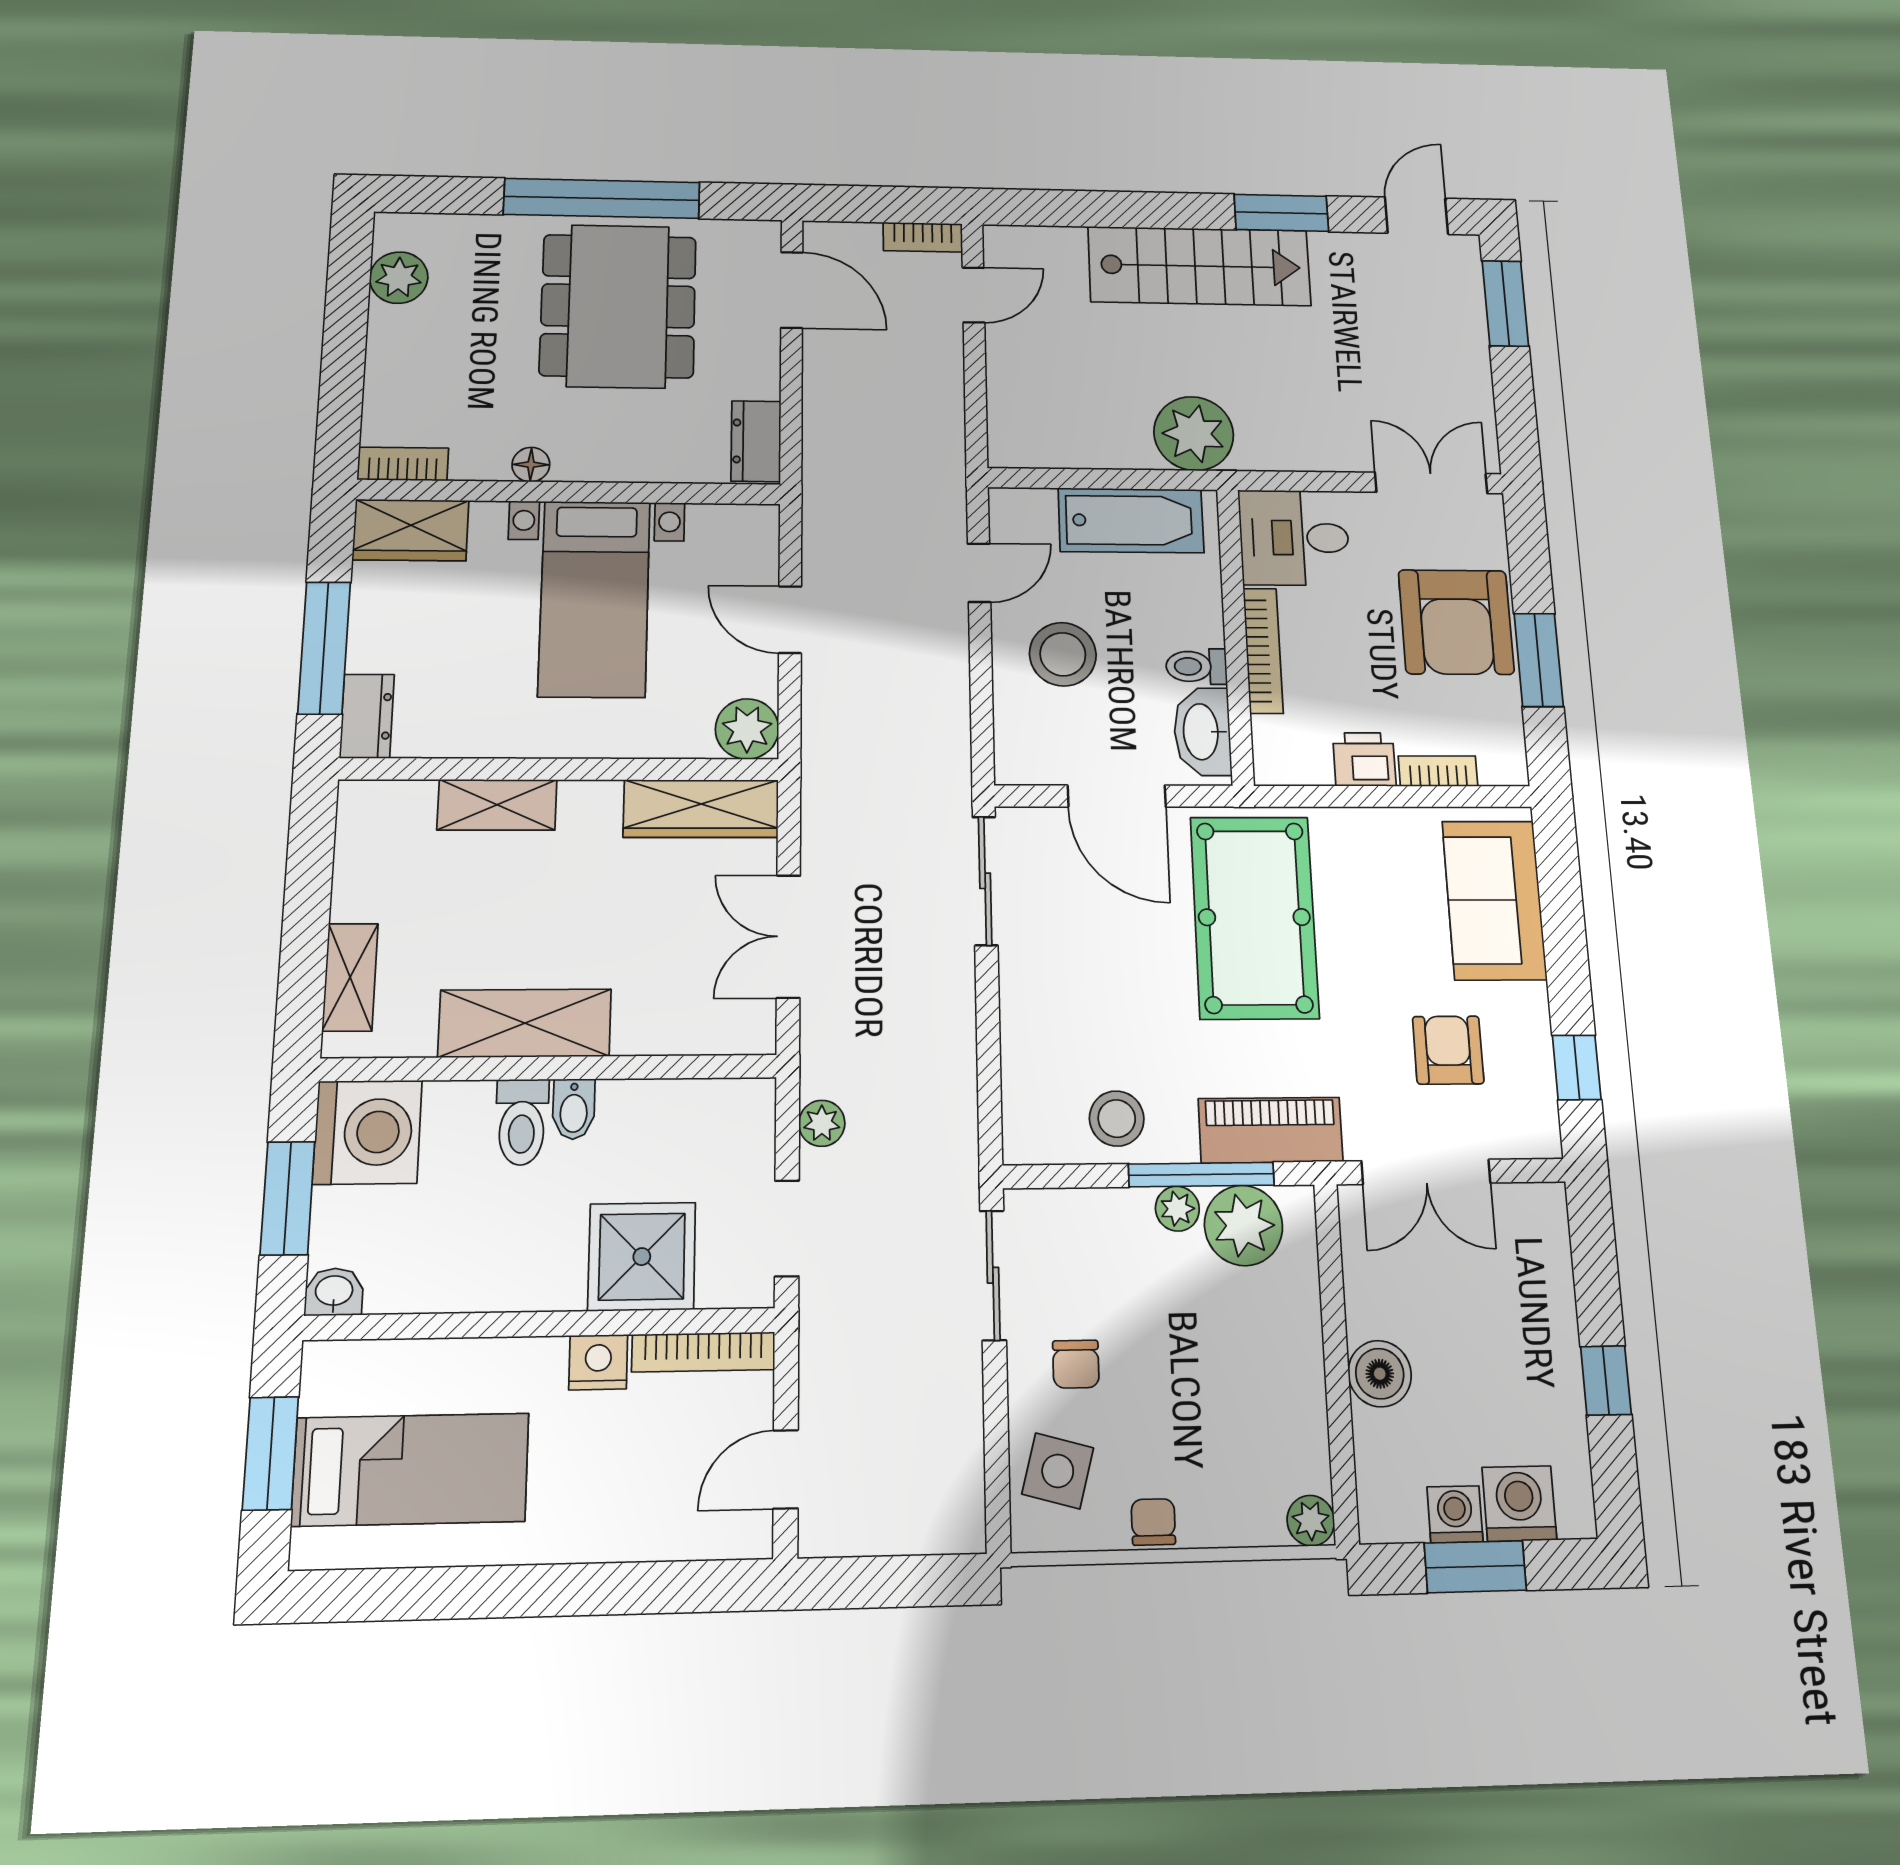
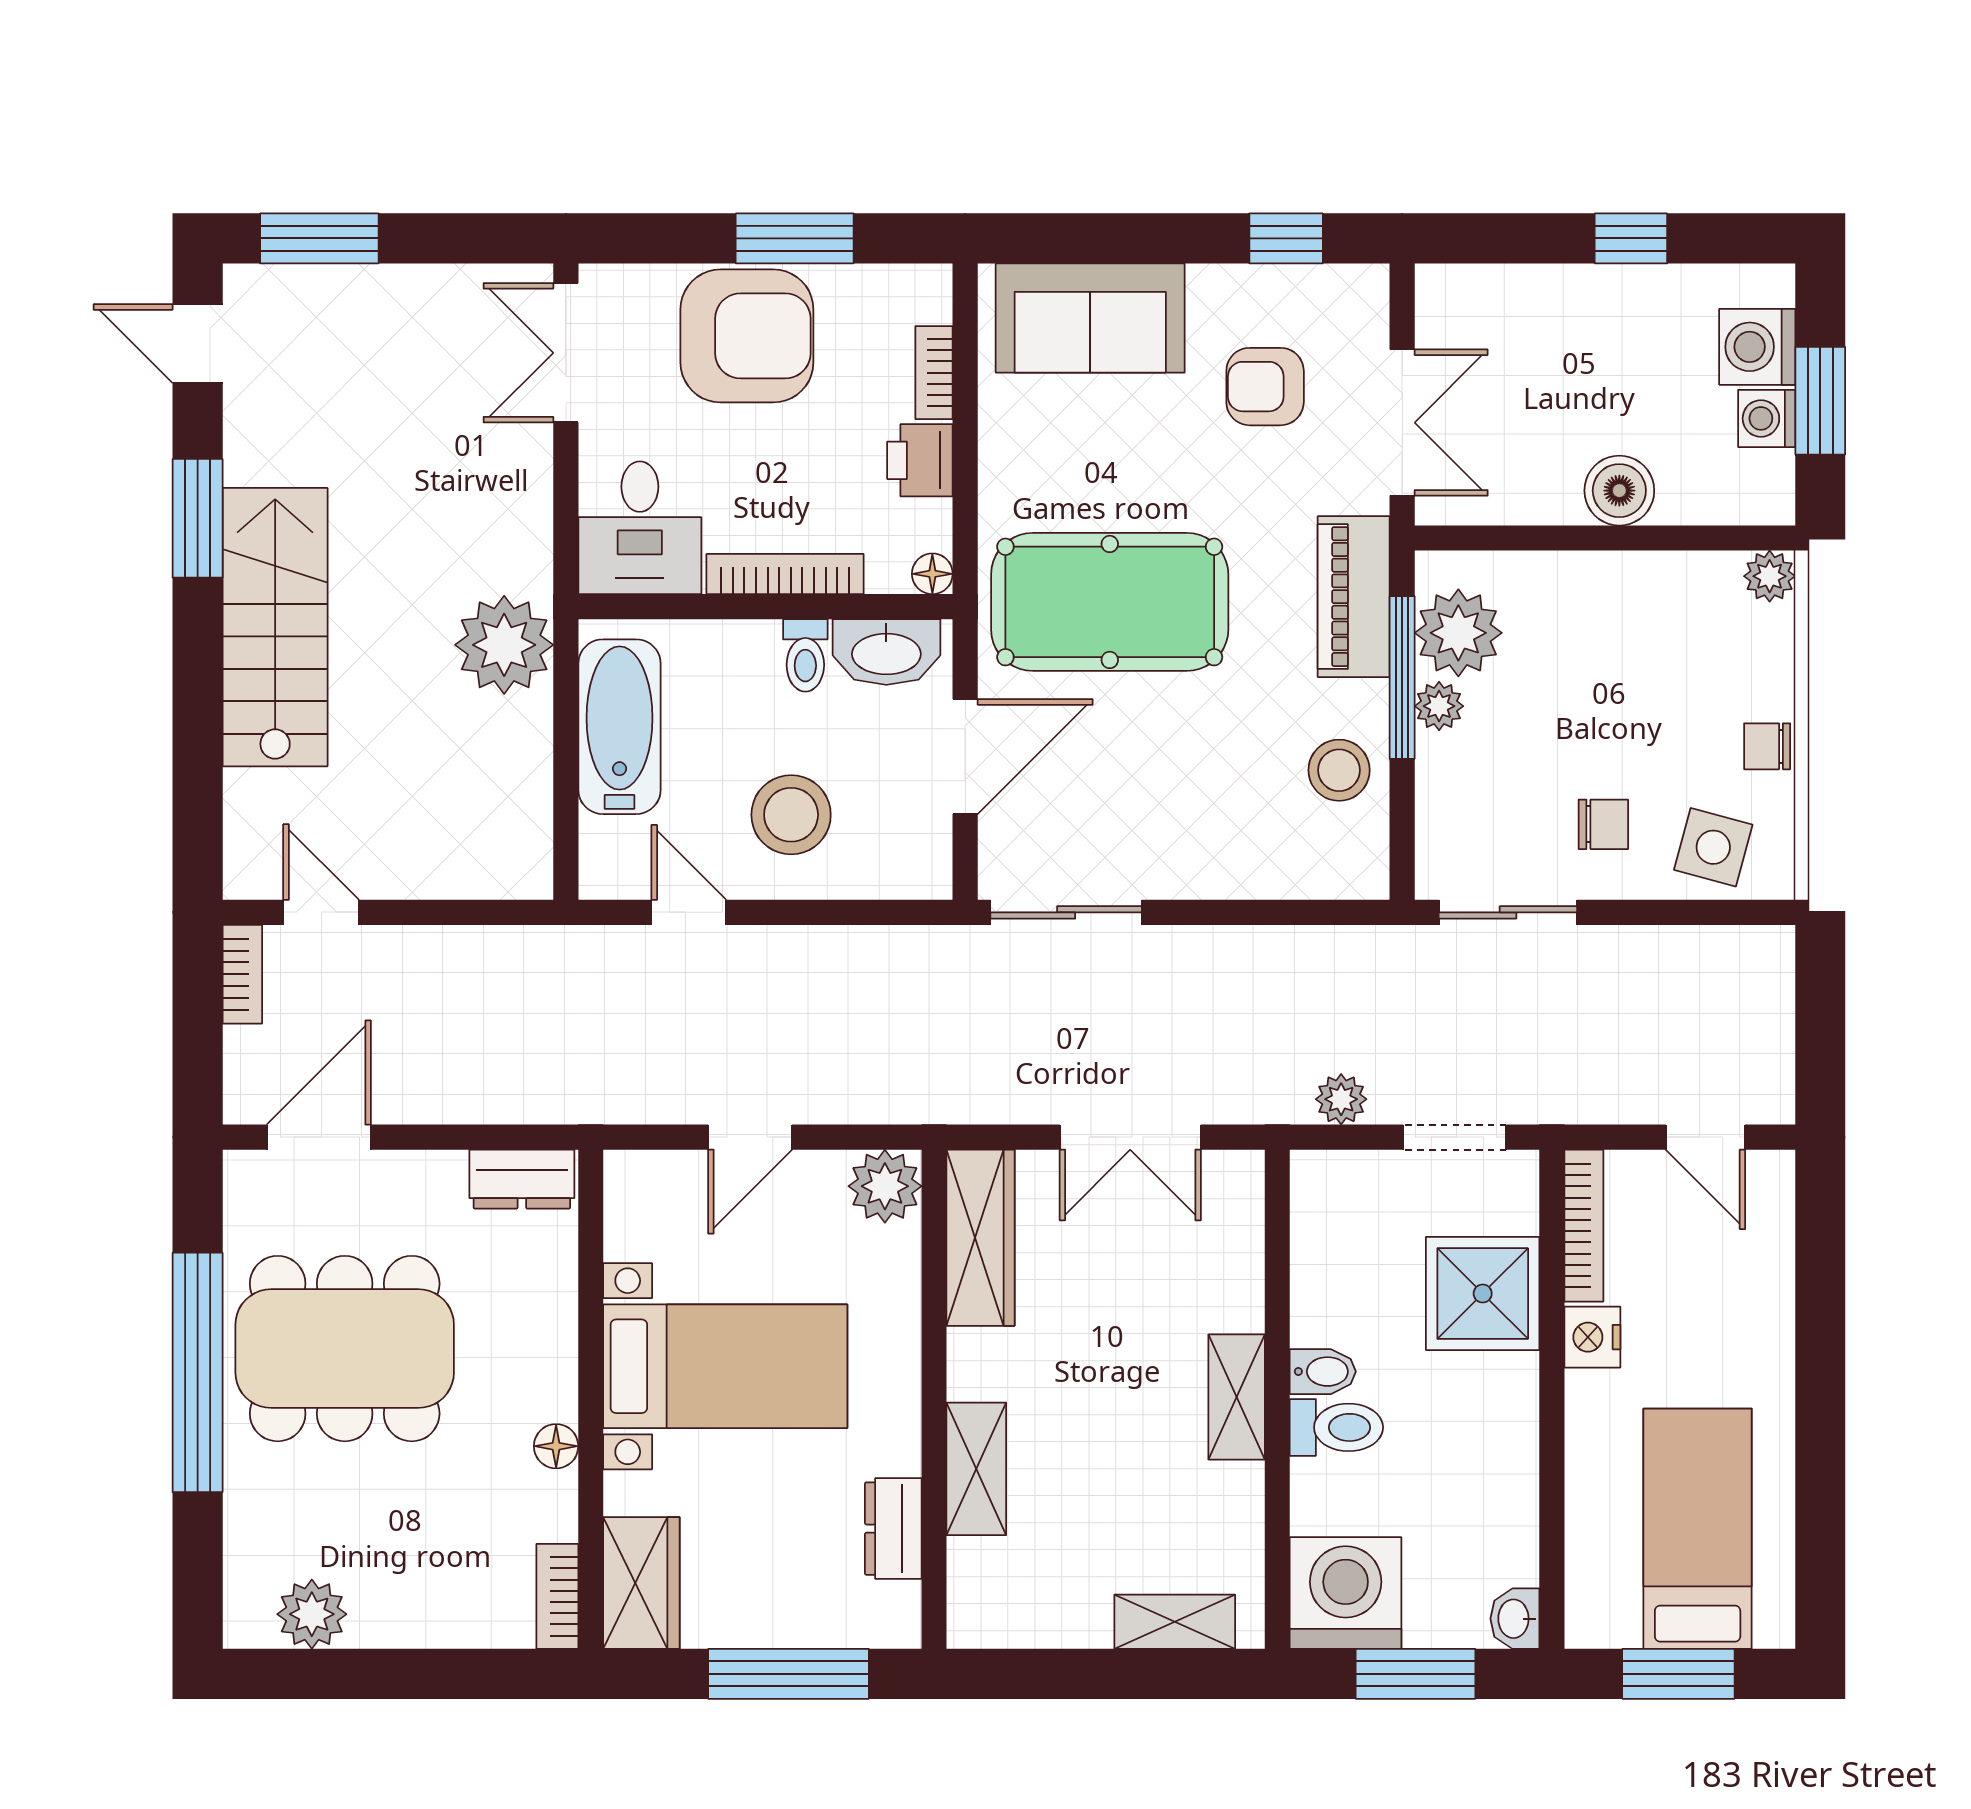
dresser: (367, 716) -> (893, 1529), moved, turned -90
floor lamp: (1270, 769) -> (932, 574), added
shelving: (525, 1023) -> (1237, 1397), width x0.67, depth x0.75

